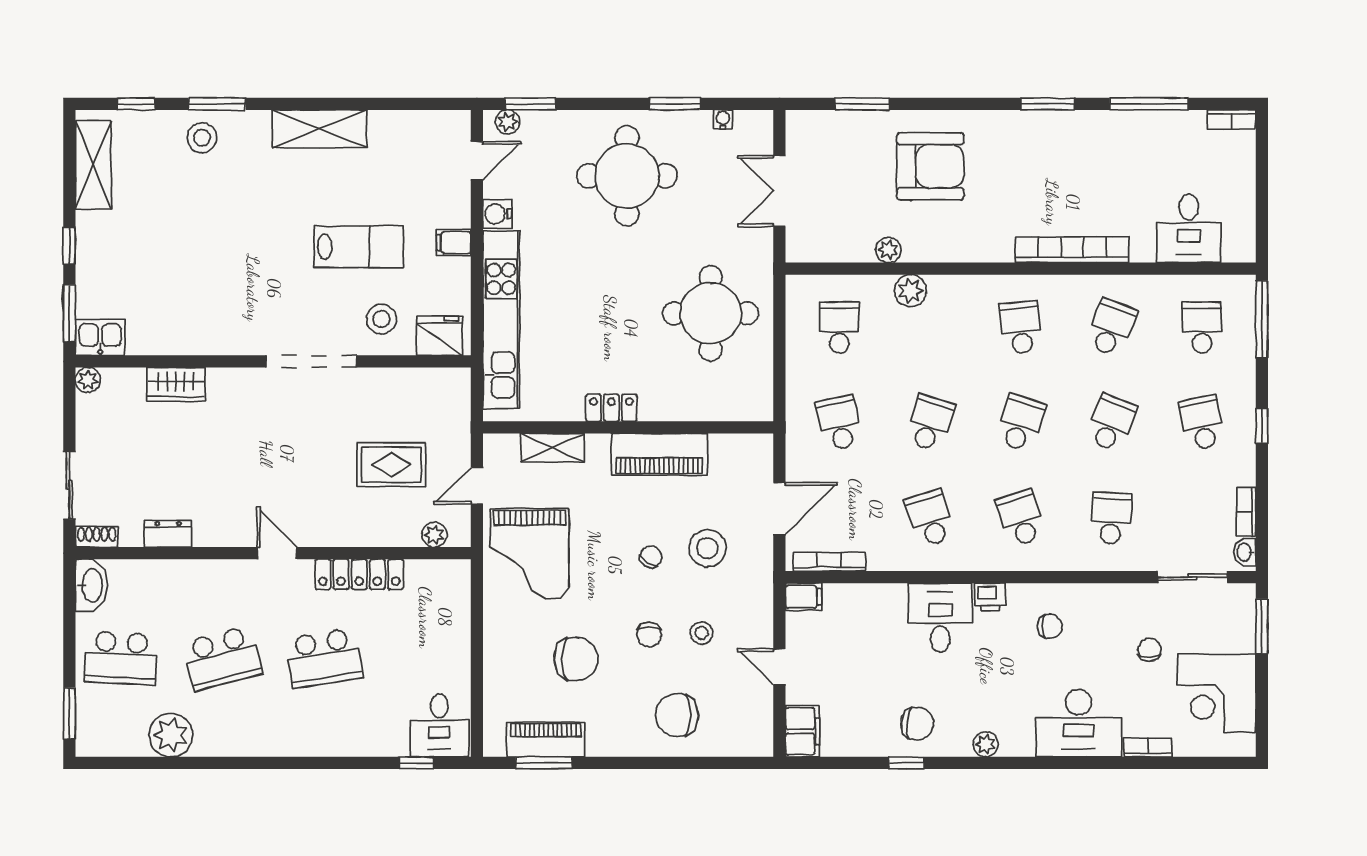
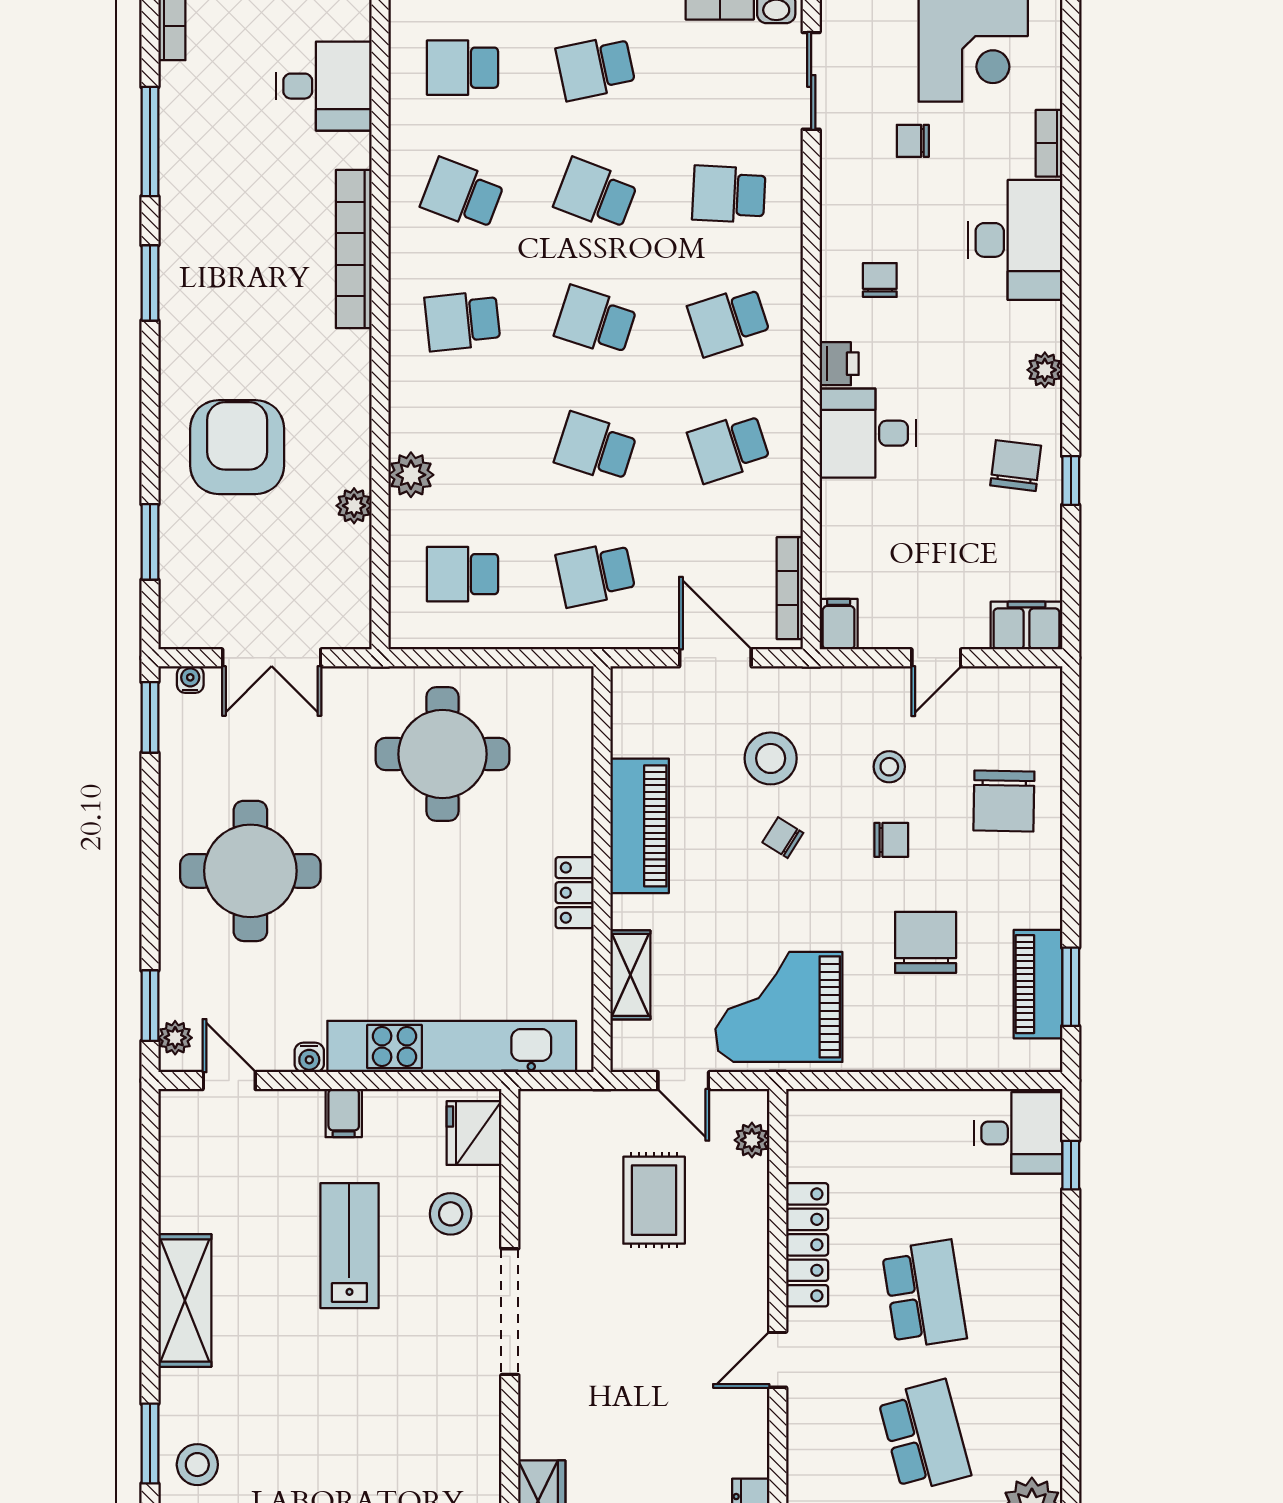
window: (675, 104) -> (150, 717), moved
water cooler: (723, 119) -> (190, 679), moved, turned 90
water cooler: (497, 214) -> (309, 1057), width x0.72, depth x0.72
grand piano: (530, 554) -> (779, 1007), turned 180

